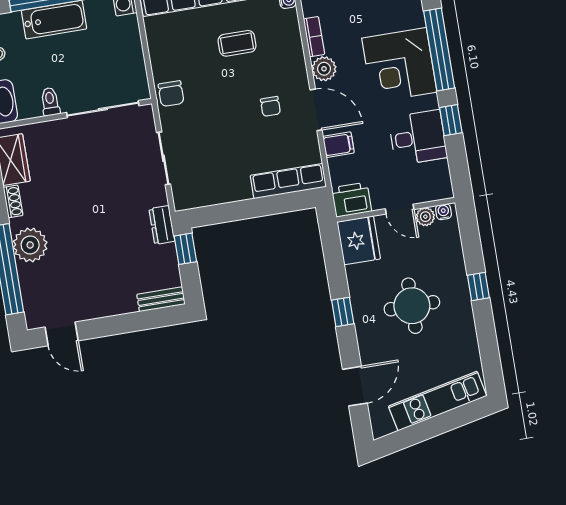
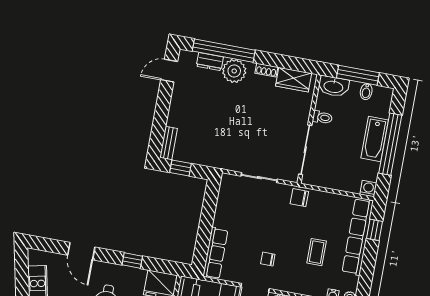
dresser: (162, 225) -> (210, 62), moved, turned 180
window: (185, 249) -> (181, 168), moved
window: (343, 312) -> (132, 261), moved
door: (355, 386) -> (81, 251), moved

